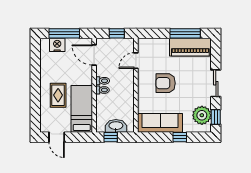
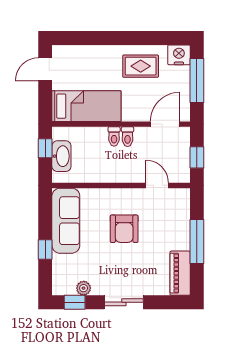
window: (185, 33) -> (197, 242), moved
nightstand: (57, 45) -> (179, 55), moved, turned -90
piano: (190, 47) -> (180, 273), width x0.73, depth x0.75
armchair: (166, 83) -> (124, 229), turned 180
rug: (58, 95) -> (141, 66), moved
plant: (202, 115) -> (84, 288), width x0.53, depth x0.53

